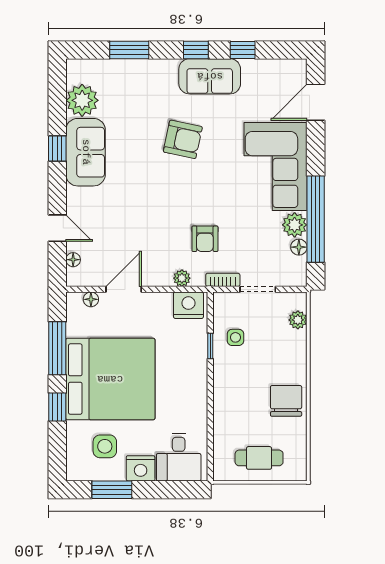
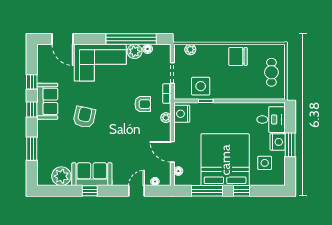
side table: (235, 337) -> (201, 86), width x1.87, depth x1.87
window: (112, 490) -> (290, 145), moved

